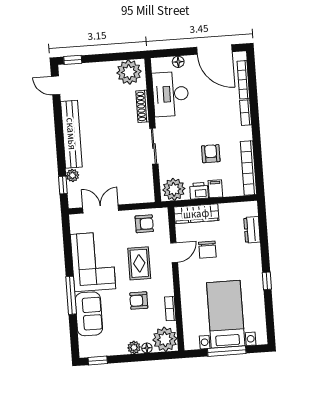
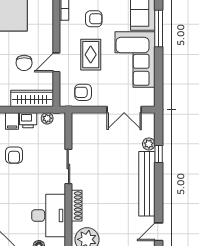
door: (56, 85) -> (159, 232), swing flipped
window: (63, 185) -> (159, 154), moved
plant: (174, 189) -> (47, 118), width x0.53, depth x0.53
chair: (207, 250) -> (24, 63), turned 180

